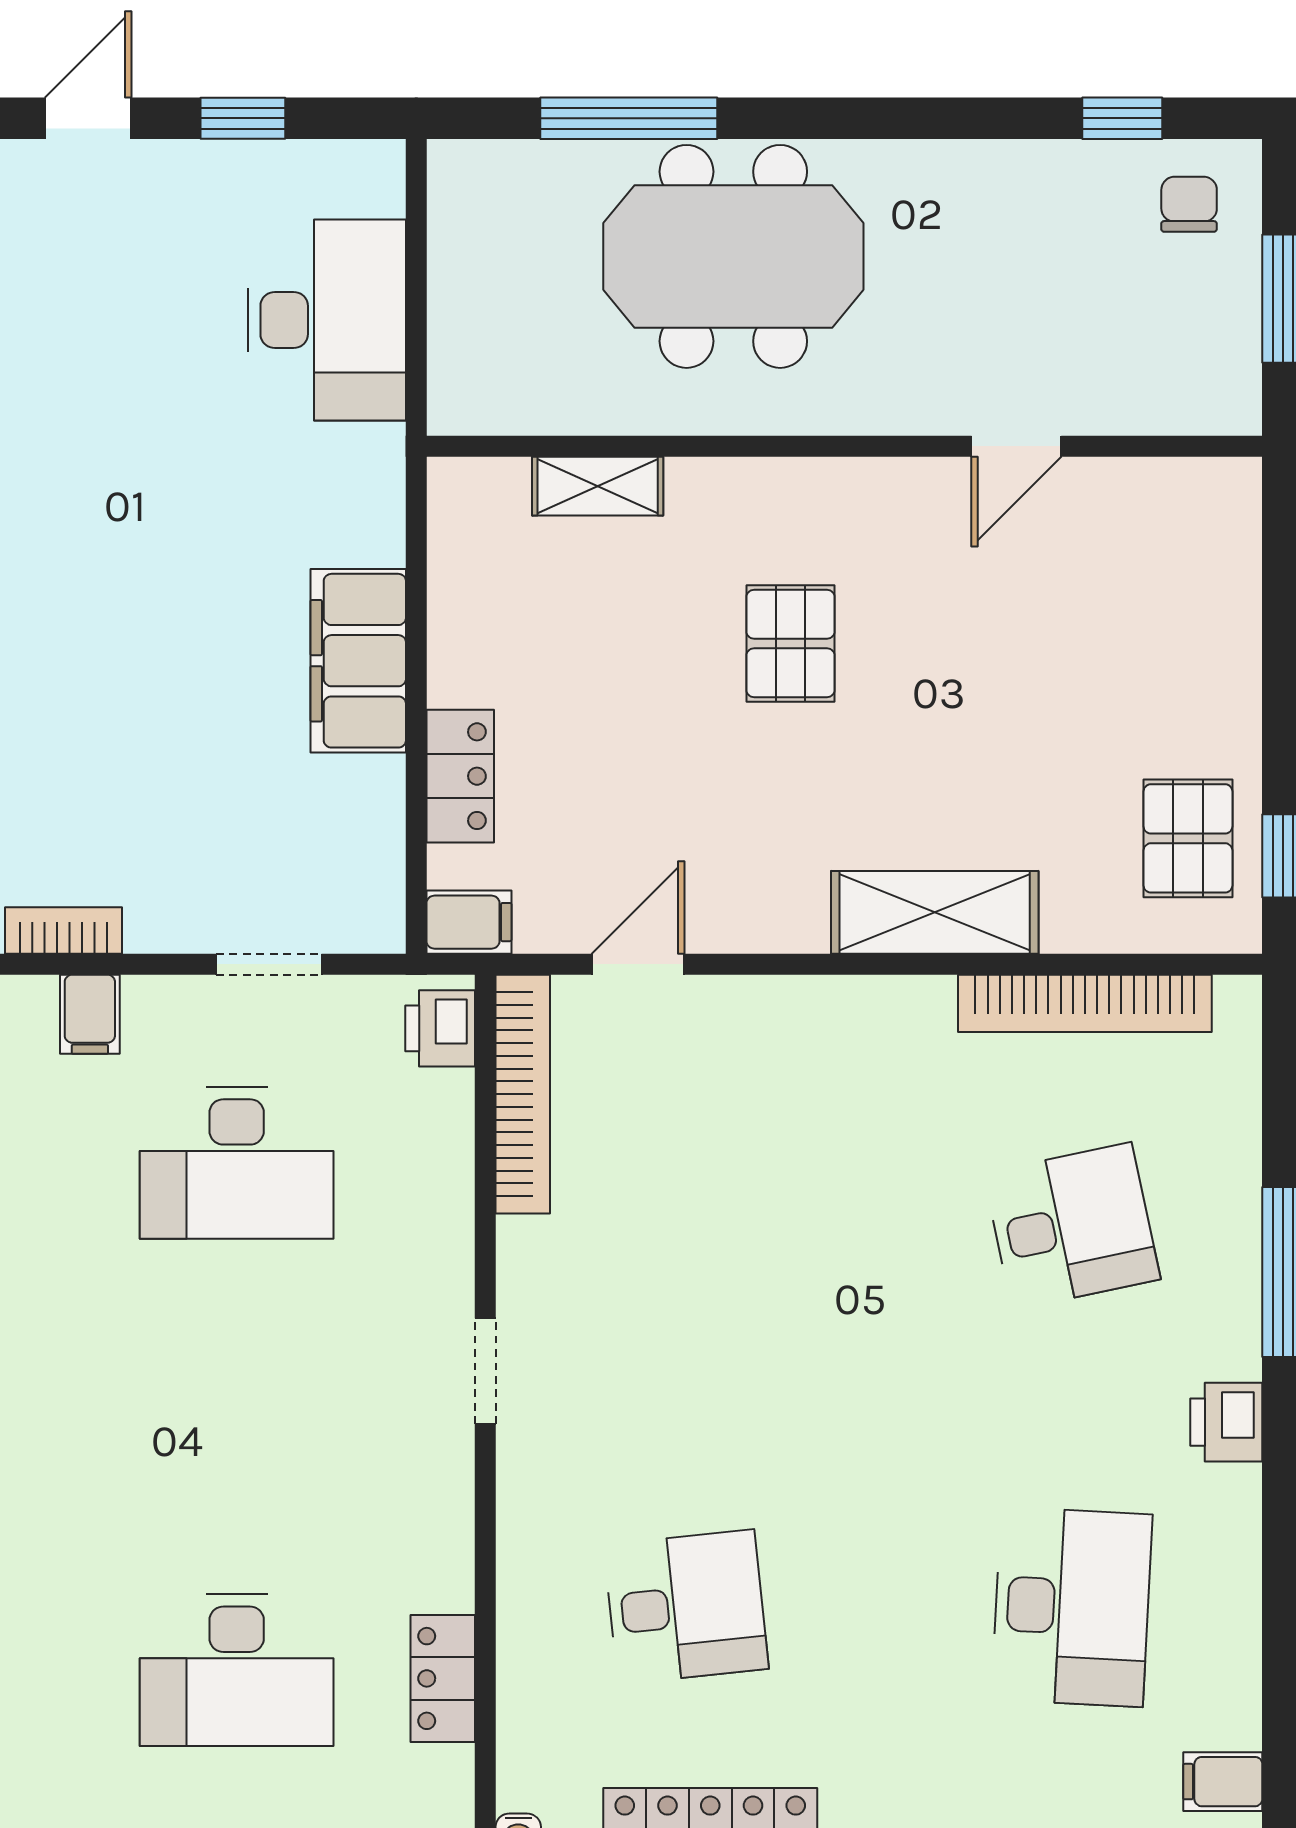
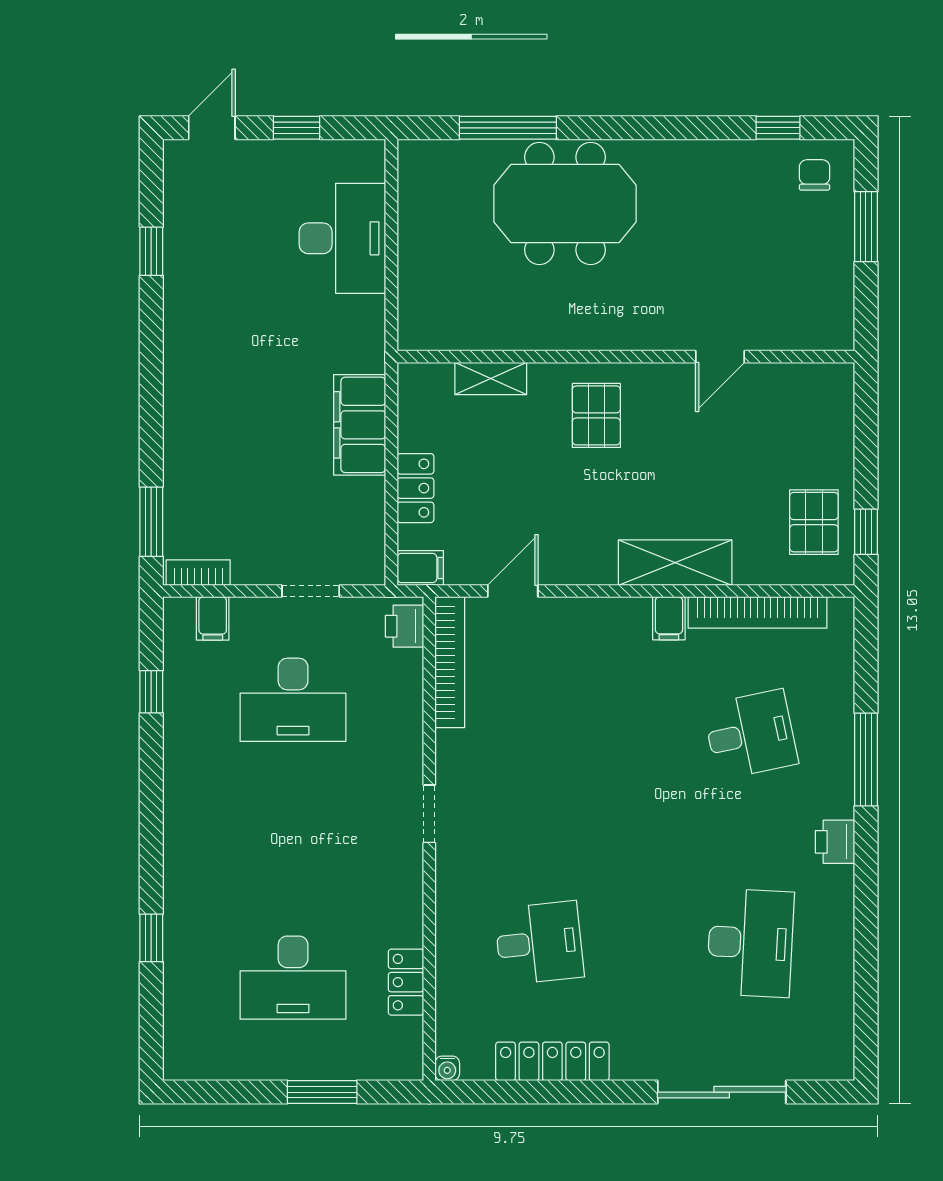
wall: (844, 446) -> (626, 357), moved
door: (1016, 446) -> (720, 357), moved
shelving: (598, 486) -> (491, 378), moved
filing cabinet: (1223, 1782) -> (669, 618), moved, turned -90

